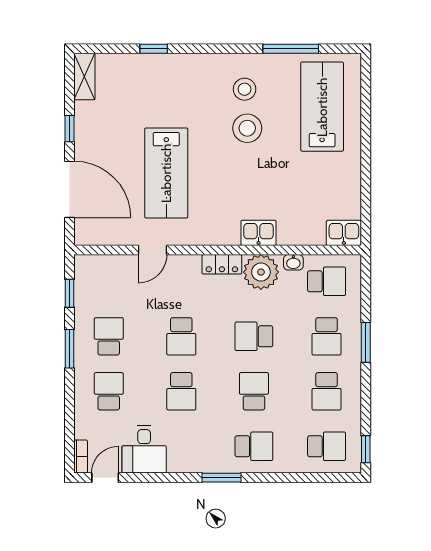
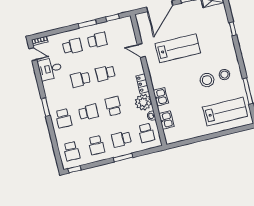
lab bench: (166, 173) -> (178, 48), turned 180
kitchen sink: (344, 233) -> (166, 120), moved
school desk: (327, 391) -> (96, 145), turned -90

